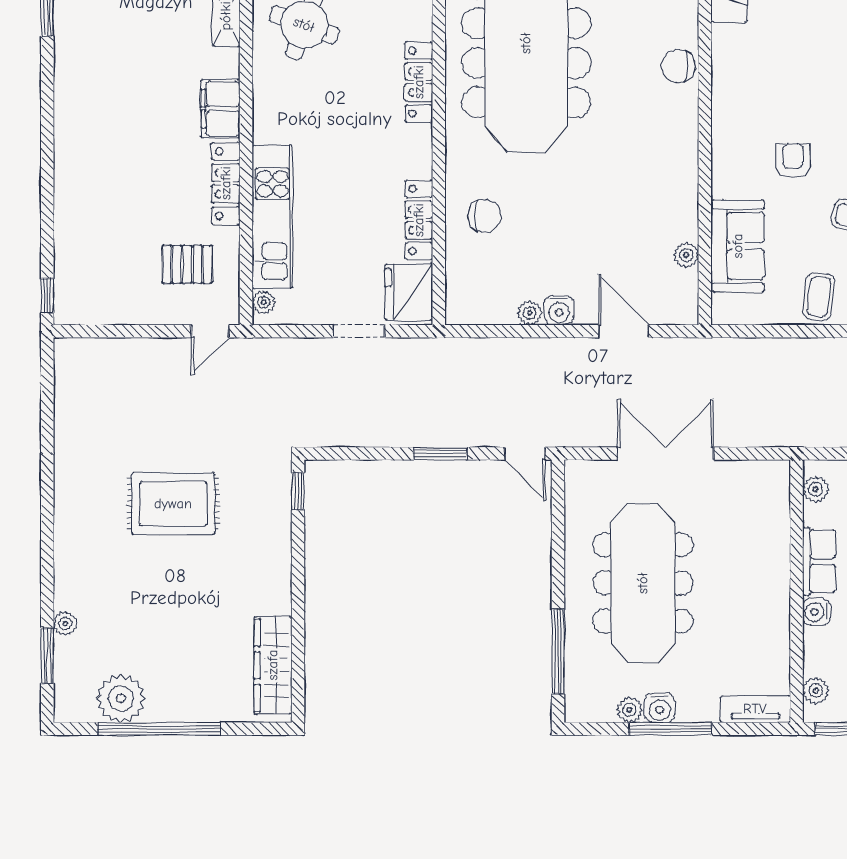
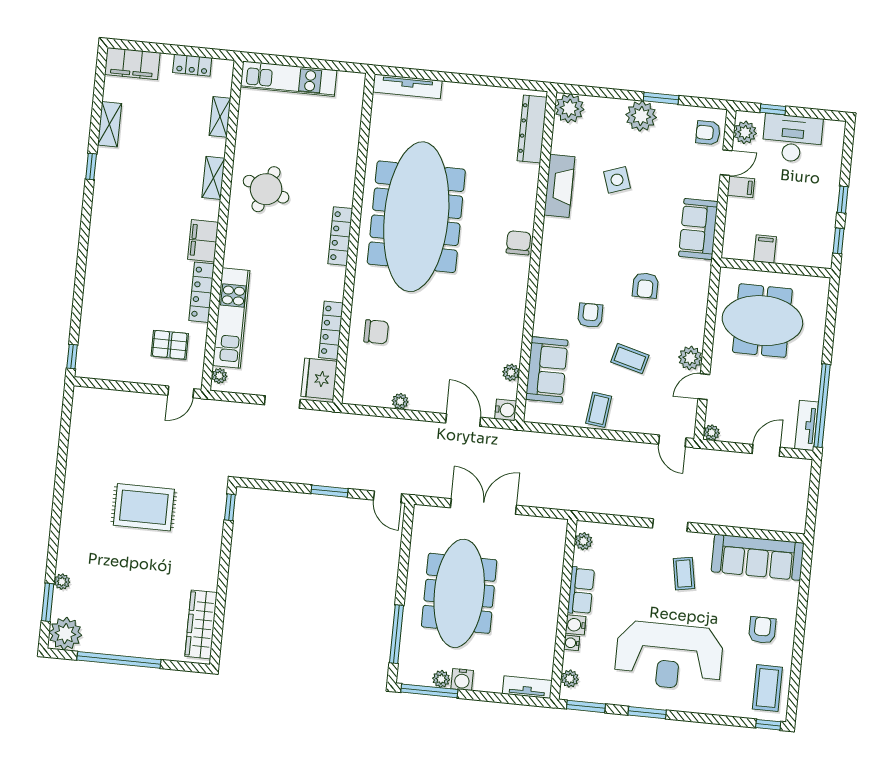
chair: (678, 66) -> (518, 243), turned 90
water cooler: (559, 310) -> (506, 410), moved, turned -90
water cooler: (813, 639) -> (572, 643), added
plant: (121, 698) -> (65, 634), moved
window: (670, 729) -> (429, 691), moved

